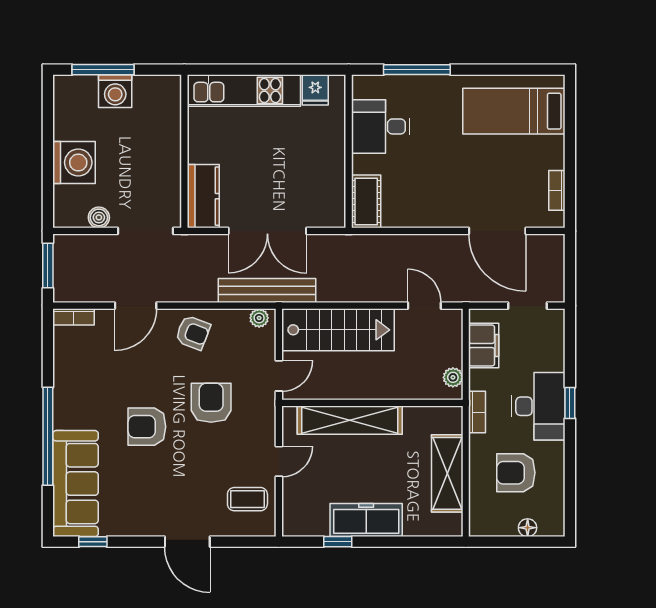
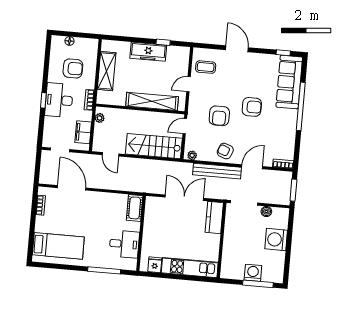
bench: (267, 291) -> (217, 171), moved

